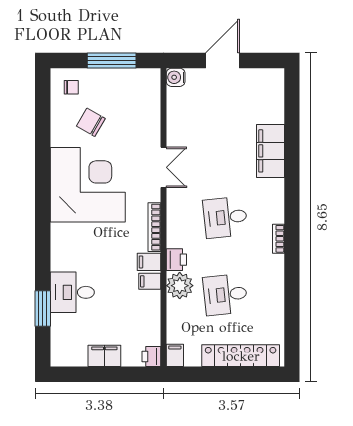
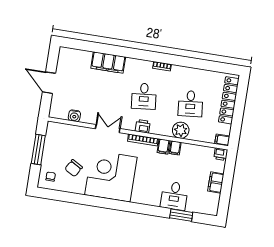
water cooler: (176, 77) -> (74, 116), moved
printer: (176, 260) -> (143, 126), moved

